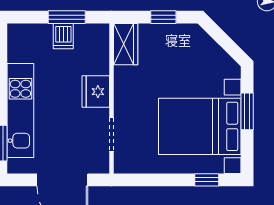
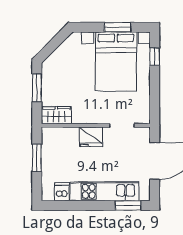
window: (163, 17) -> (37, 88), width x1.50
dishwasher: (63, 36) -> (62, 192), moved, turned -90
window: (247, 111) -> (118, 27), moved

